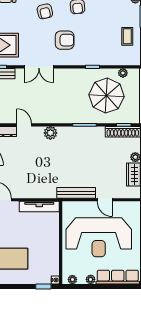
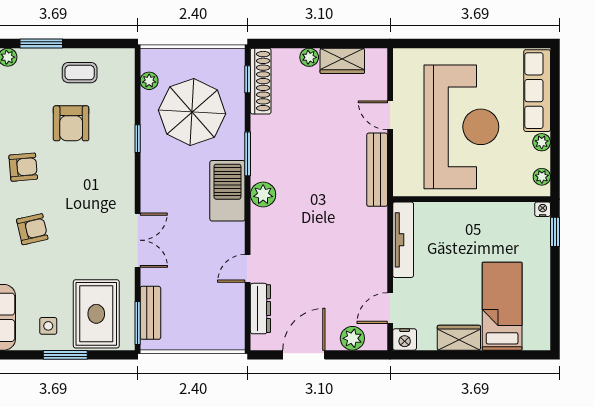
armchair: (65, 40) -> (71, 123), moved, turned 180
barbecue: (65, 114) -> (227, 191), added
plant: (50, 133) -> (263, 194), moved
door: (105, 200) -> (390, 115), swing flipped

